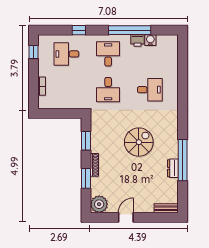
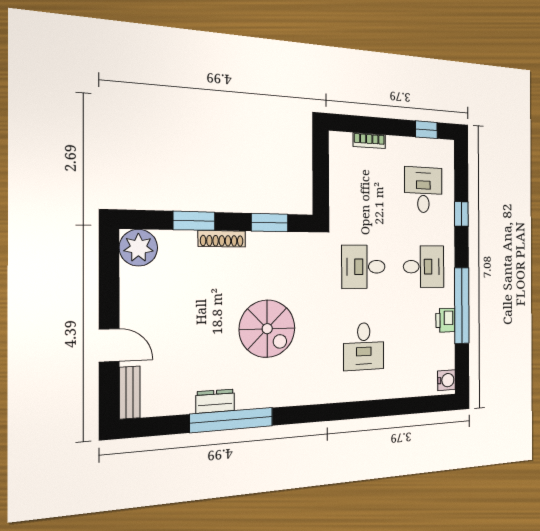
water cooler: (150, 40) -> (446, 380), moved
door: (126, 217) -> (109, 345), moved

